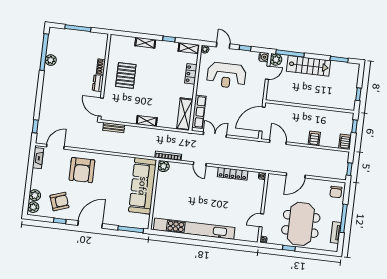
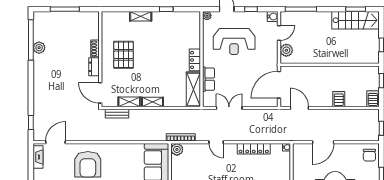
shelving: (189, 48) -> (129, 102), moved
plant: (276, 60) -> (286, 50), moved
stairs: (309, 66) -> (355, 20), moved
locker: (191, 74) -> (195, 60), moved
row of seats: (199, 112) -> (208, 79), width x0.68

